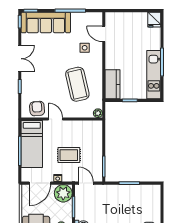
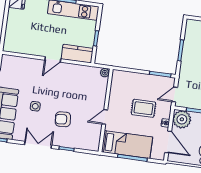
door: (104, 34) -> (53, 59), moved
side table: (85, 48) -> (35, 106), moved
coffee table: (77, 84) -> (72, 90), removed
armchair: (37, 109) -> (63, 119), moved
rug: (69, 155) -> (143, 108), turned 90

